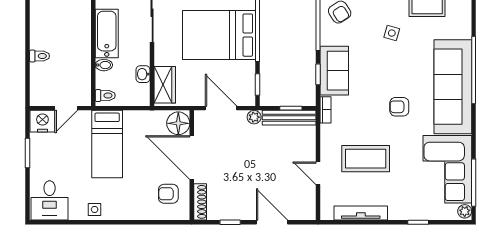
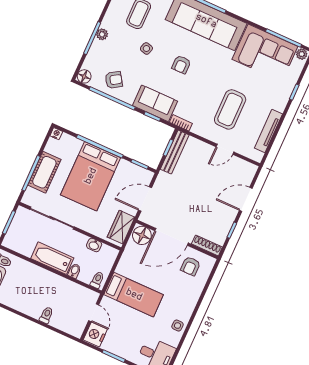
wardrobe: (165, 85) -> (121, 227), moved, turned -90
armchair: (399, 107) -> (181, 64), moved
plant: (254, 117) -> (163, 178), removed

